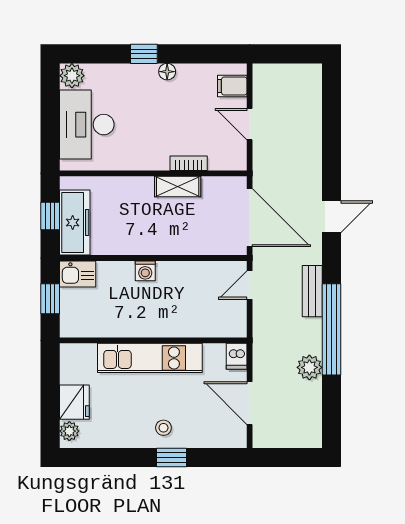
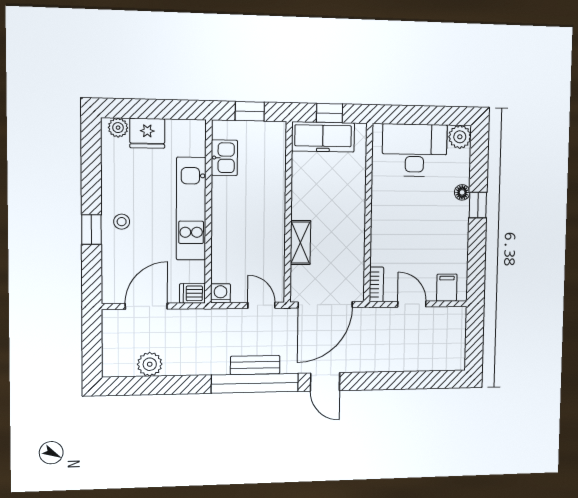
floor lamp: (167, 72) -> (462, 192), moved
door: (250, 124) -> (412, 304), hinge flipped
bookcase: (189, 163) -> (376, 284), moved
shelving: (178, 187) -> (300, 243), moved
washing machine: (145, 271) -> (221, 293), moved, turned 90
kitchen sink: (78, 274) -> (224, 158), moved, turned 180
window: (332, 329) -> (255, 383), moved
plant: (309, 367) -> (150, 364), moved

